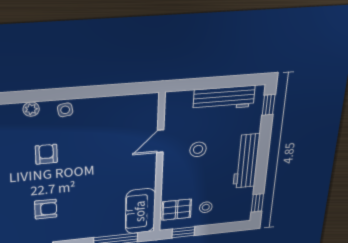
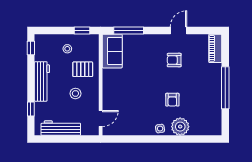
window: (269, 105) -> (31, 109), moved
plant: (31, 109) -> (180, 127), width x1.87, depth x1.87
door: (160, 141) -> (101, 118), moved
pallet: (177, 210) -> (83, 69), moved

